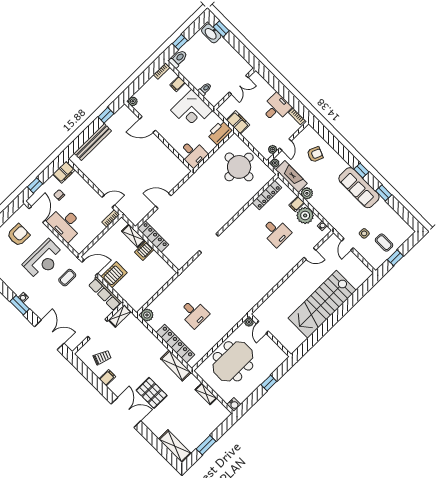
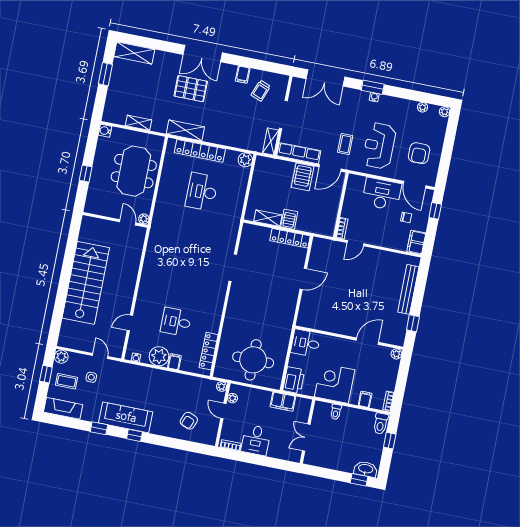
fireplace: (291, 177) -> (63, 408), moved, turned 180
plant: (307, 193) -> (61, 357), moved
shelving: (133, 236) -> (268, 218), moved
desk: (194, 313) -> (202, 192), width x1.37

